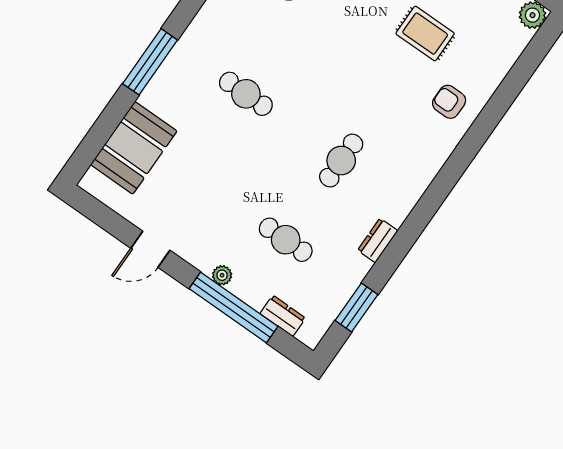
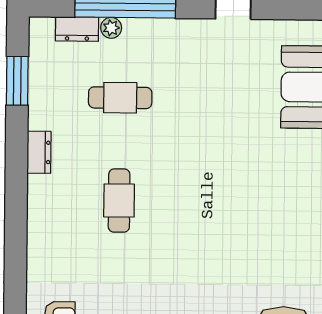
cafe table: (246, 94) -> (243, 202), removed
plant: (222, 275) -> (111, 28), moved

